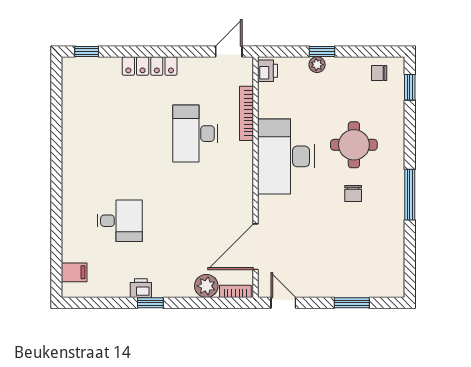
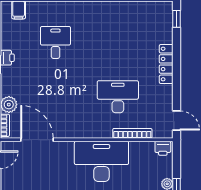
desk: (120, 221) -> (55, 43), turned 180

